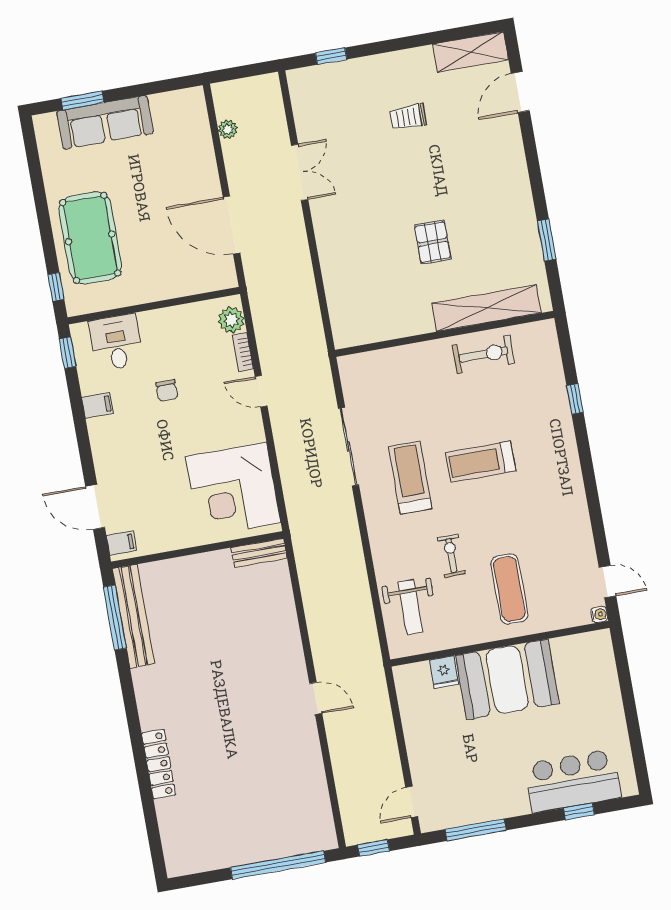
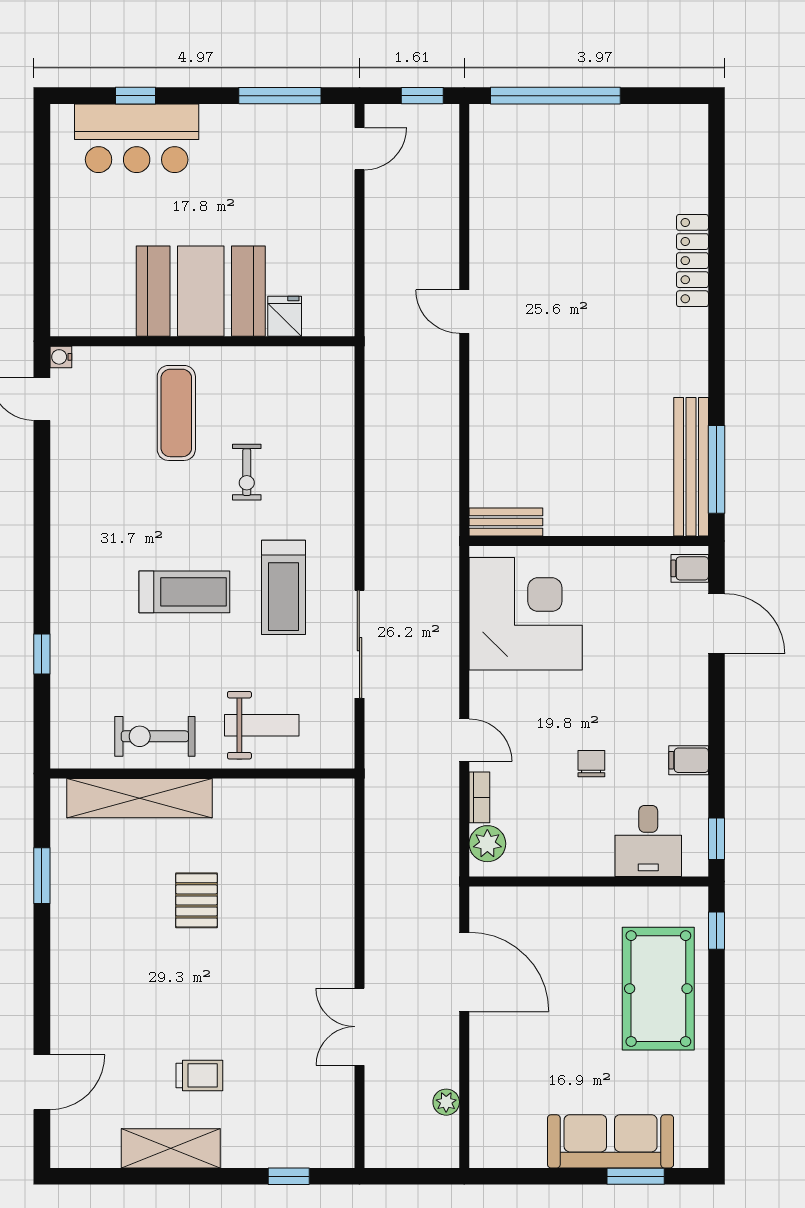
shelving: (471, 52) -> (171, 1148), moved
weight bench: (410, 607) -> (262, 725), moved, turned 90

